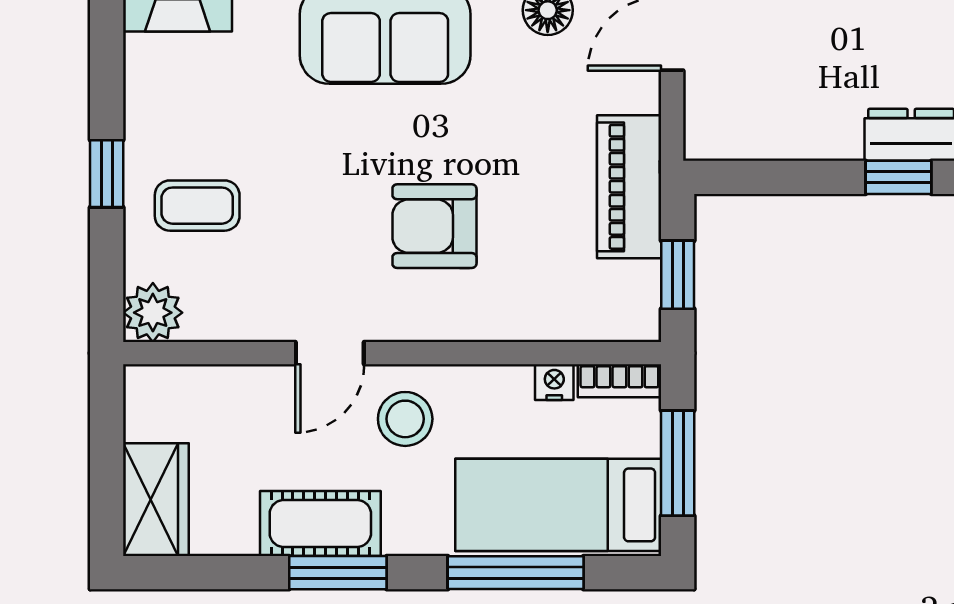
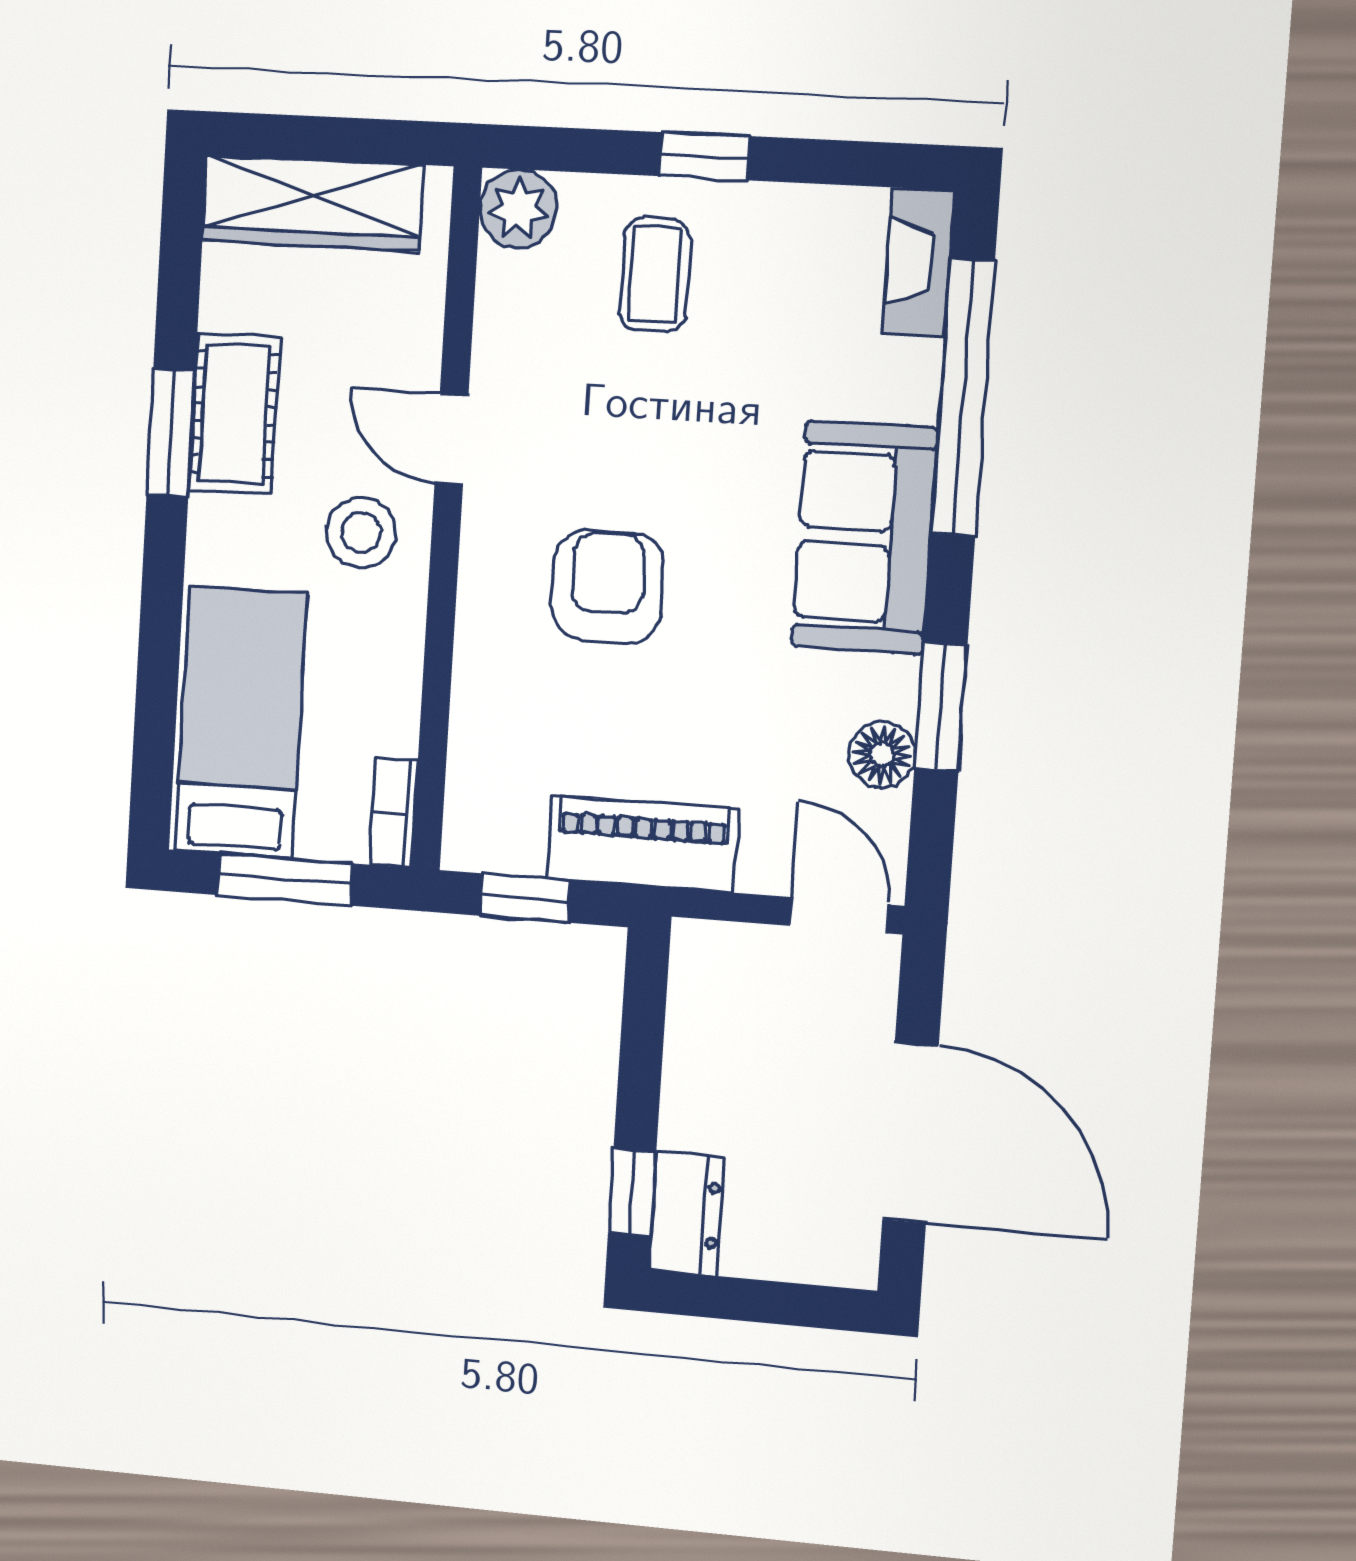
nightstand: (554, 382) -> (397, 729), removed
wardrobe: (156, 500) -> (313, 203), width x1.50
window: (516, 573) -> (158, 662), removed

